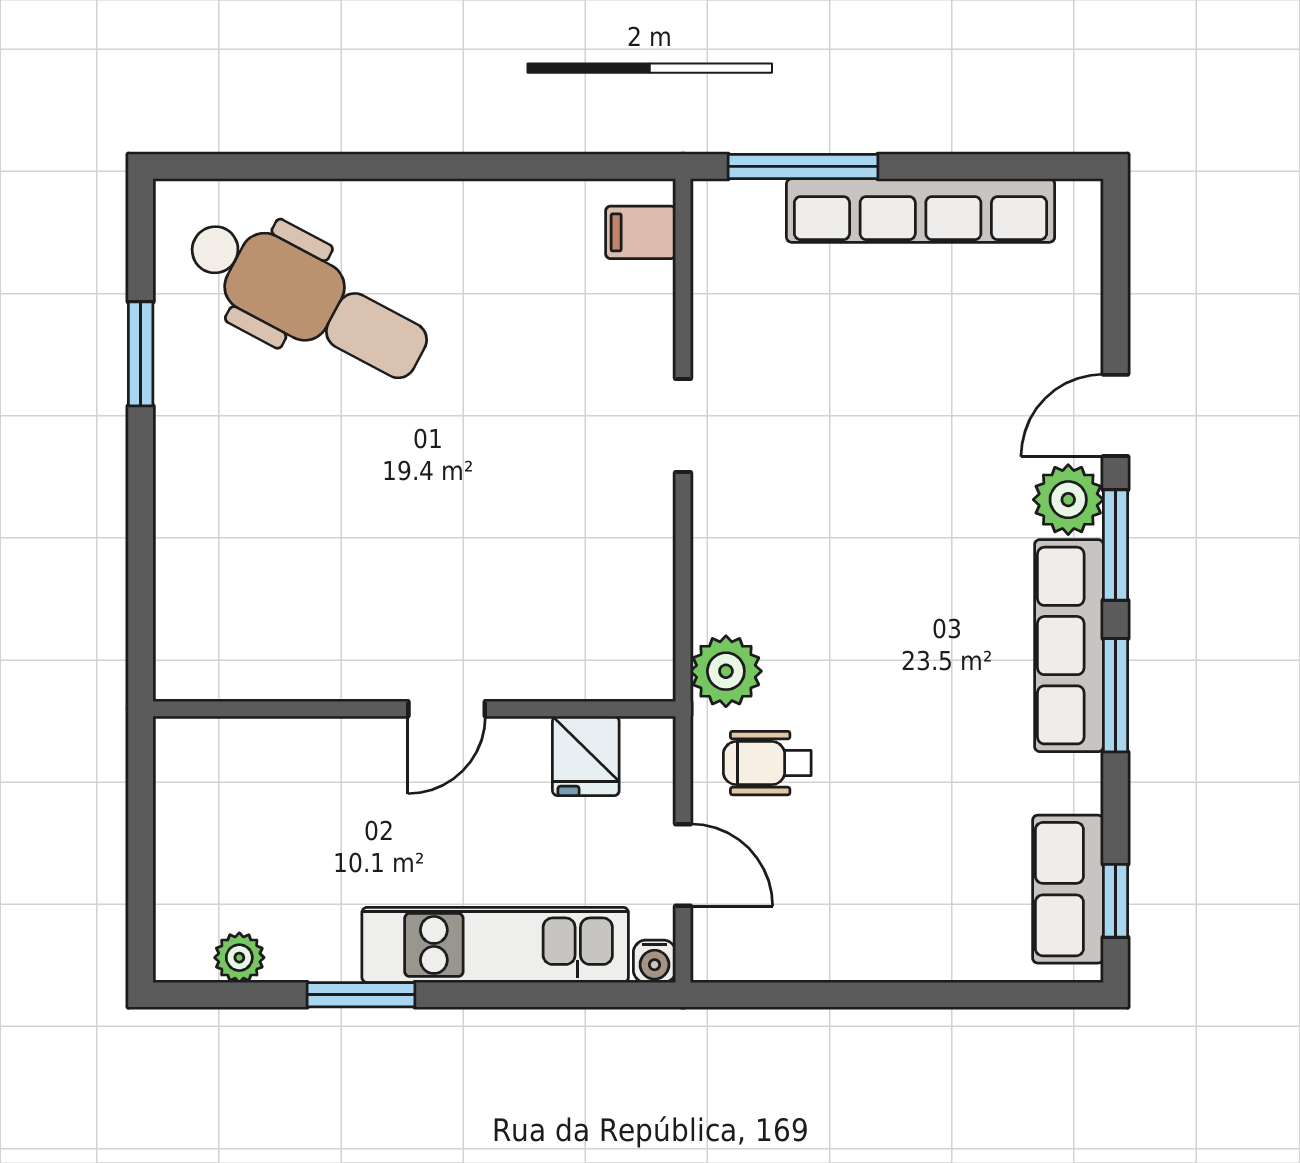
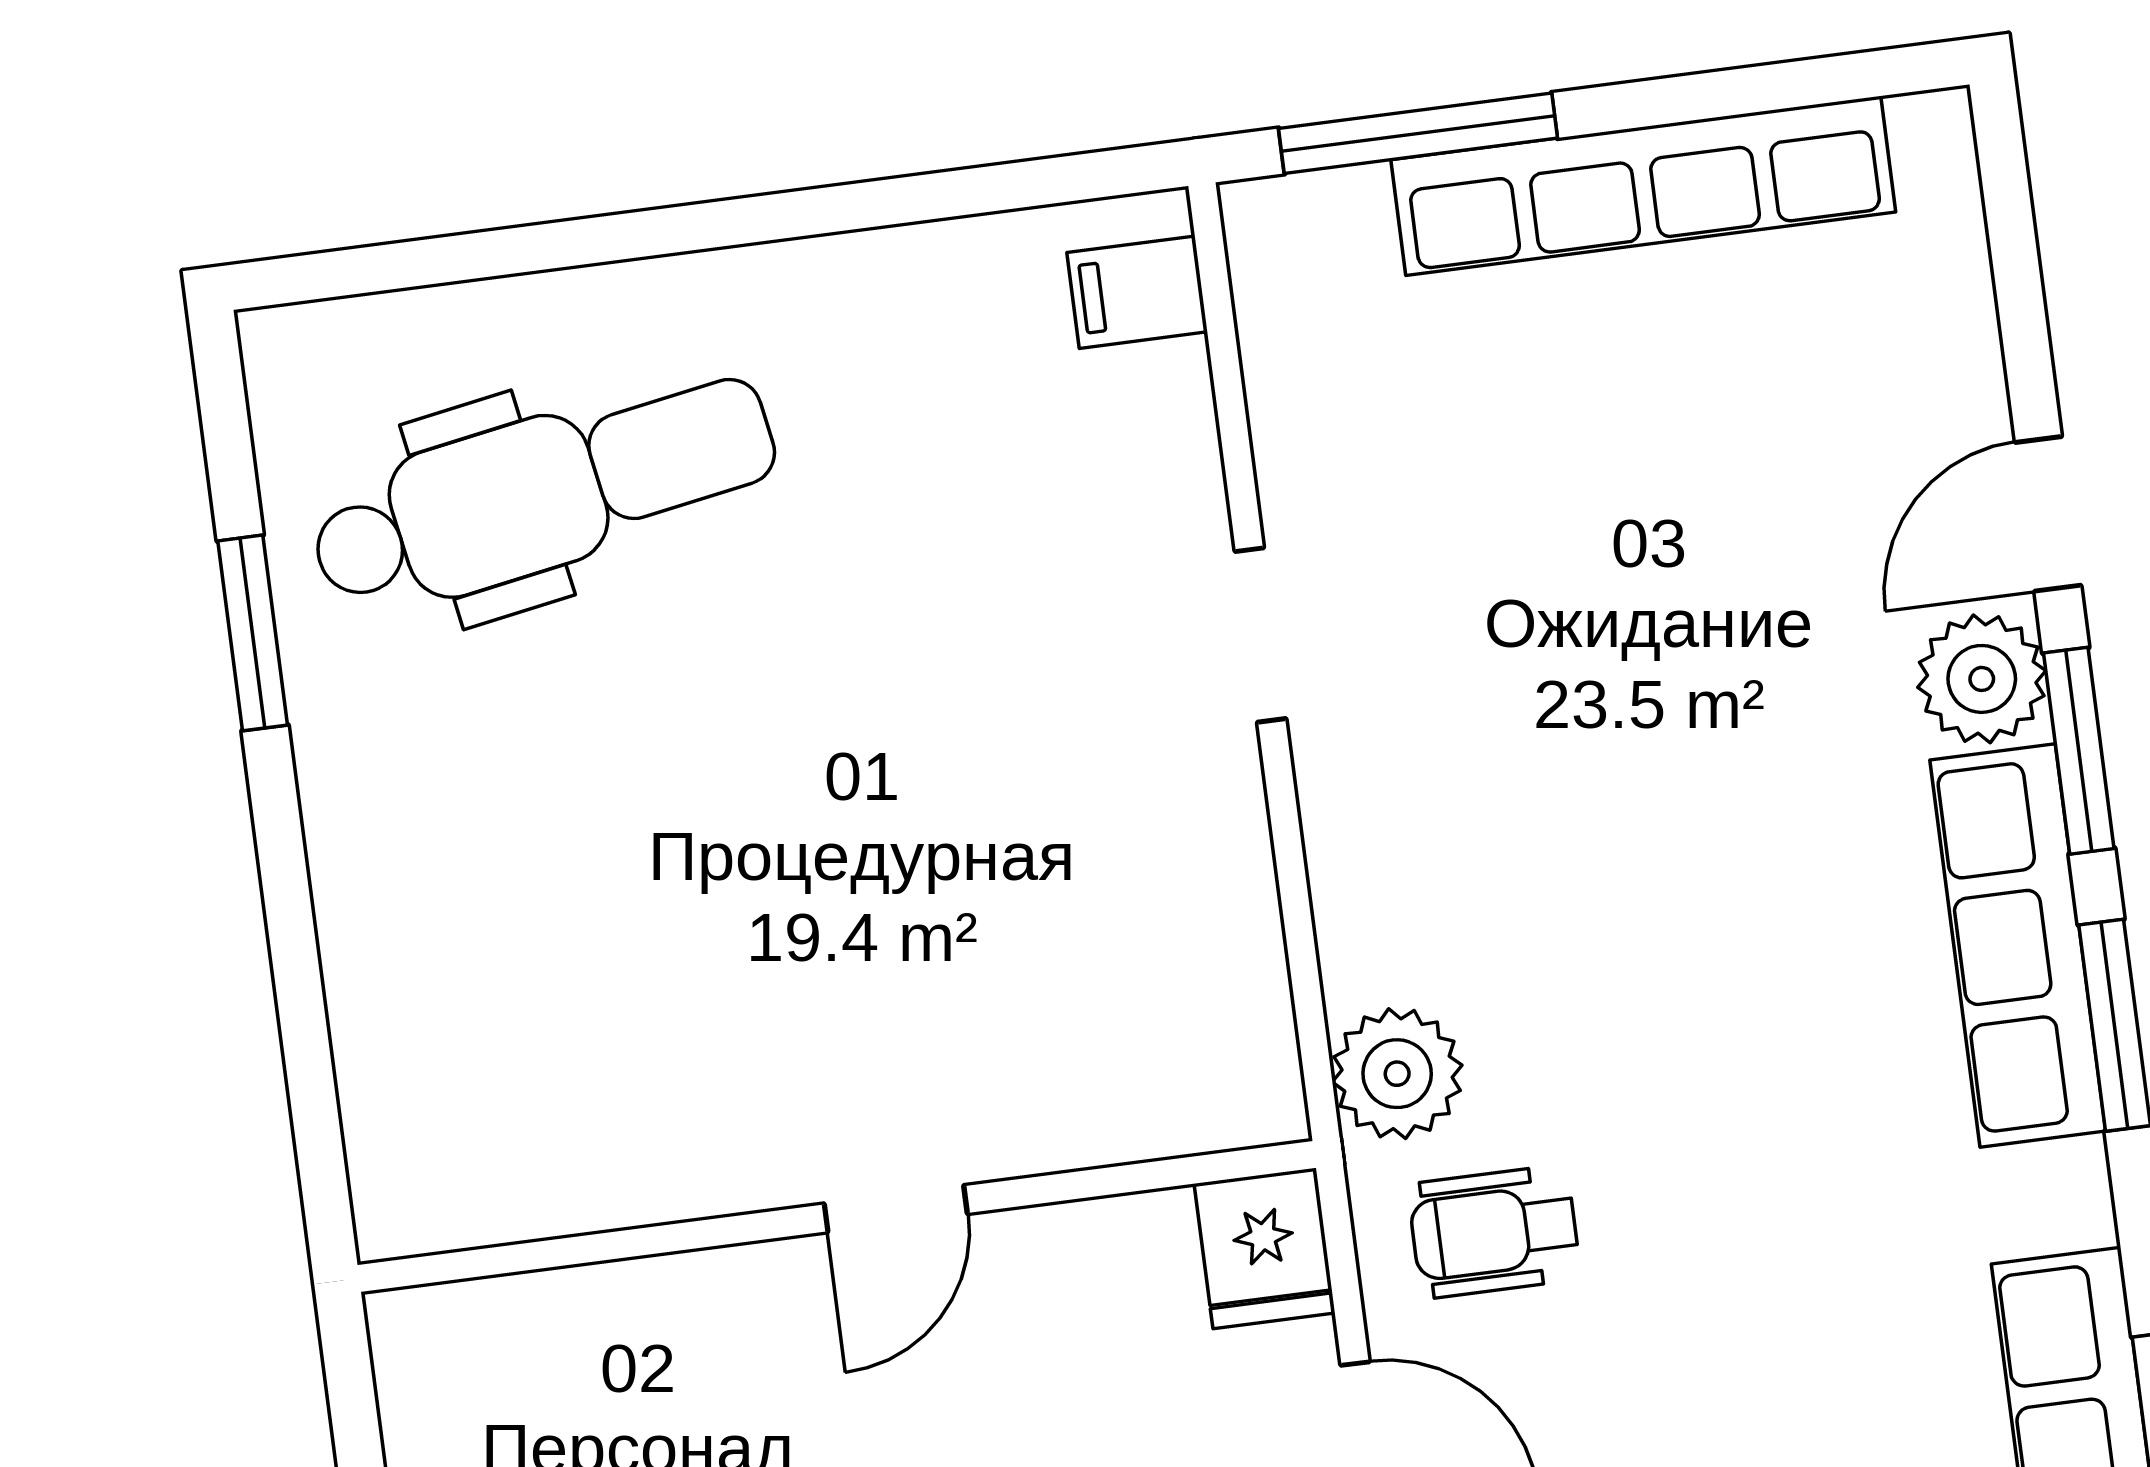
dental chair: (307, 299) -> (543, 492), turned -38
fridge: (586, 756) -> (1265, 1248), moved

